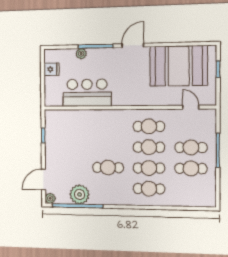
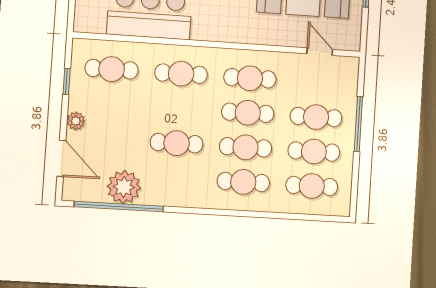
cafe table: (108, 126) -> (181, 74), added
cafe table: (68, 127) -> (112, 69), added
door: (44, 180) -> (61, 158), swing flipped
cafe table: (191, 189) -> (312, 186), added
plant: (50, 198) -> (76, 121), moved

